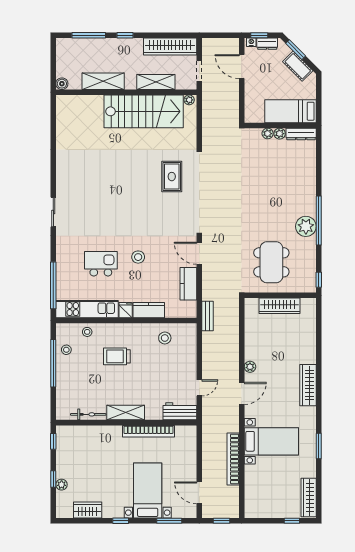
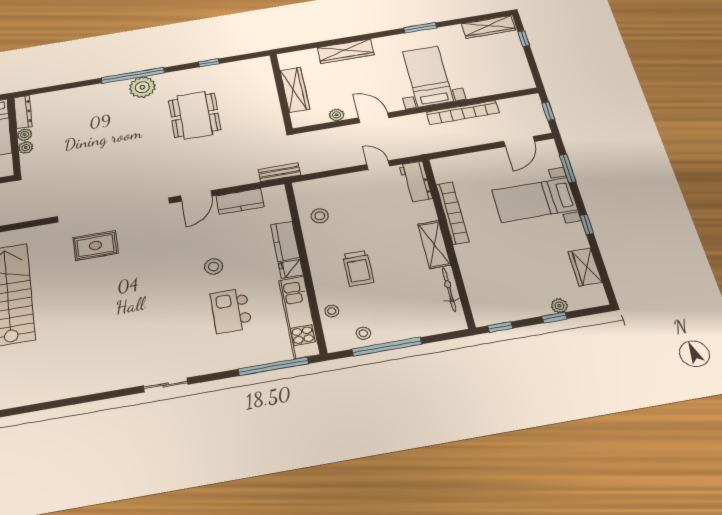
dining table: (271, 262) -> (195, 115), turned 90
wall: (280, 295) -> (281, 91), moved
wardrobe: (280, 306) -> (295, 90), moved

